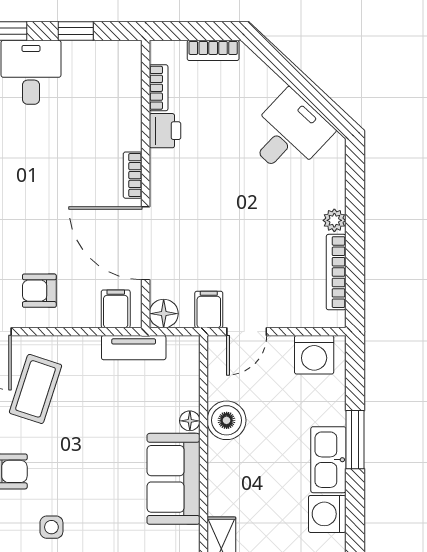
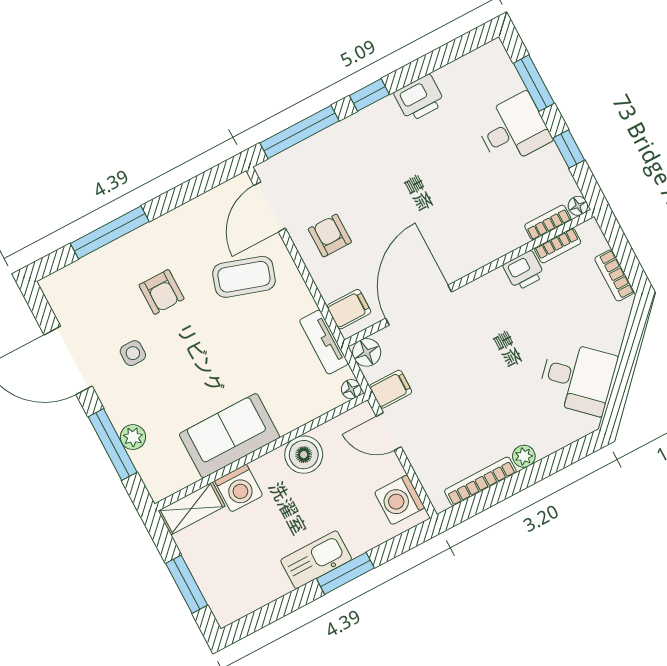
floor lamp: (132, 50) -> (578, 206), added
bookcase: (133, 175) -> (548, 222), moved
floor lamp: (190, 421) -> (351, 389), moved
washing machine: (327, 514) -> (239, 488), moved, turned 180

